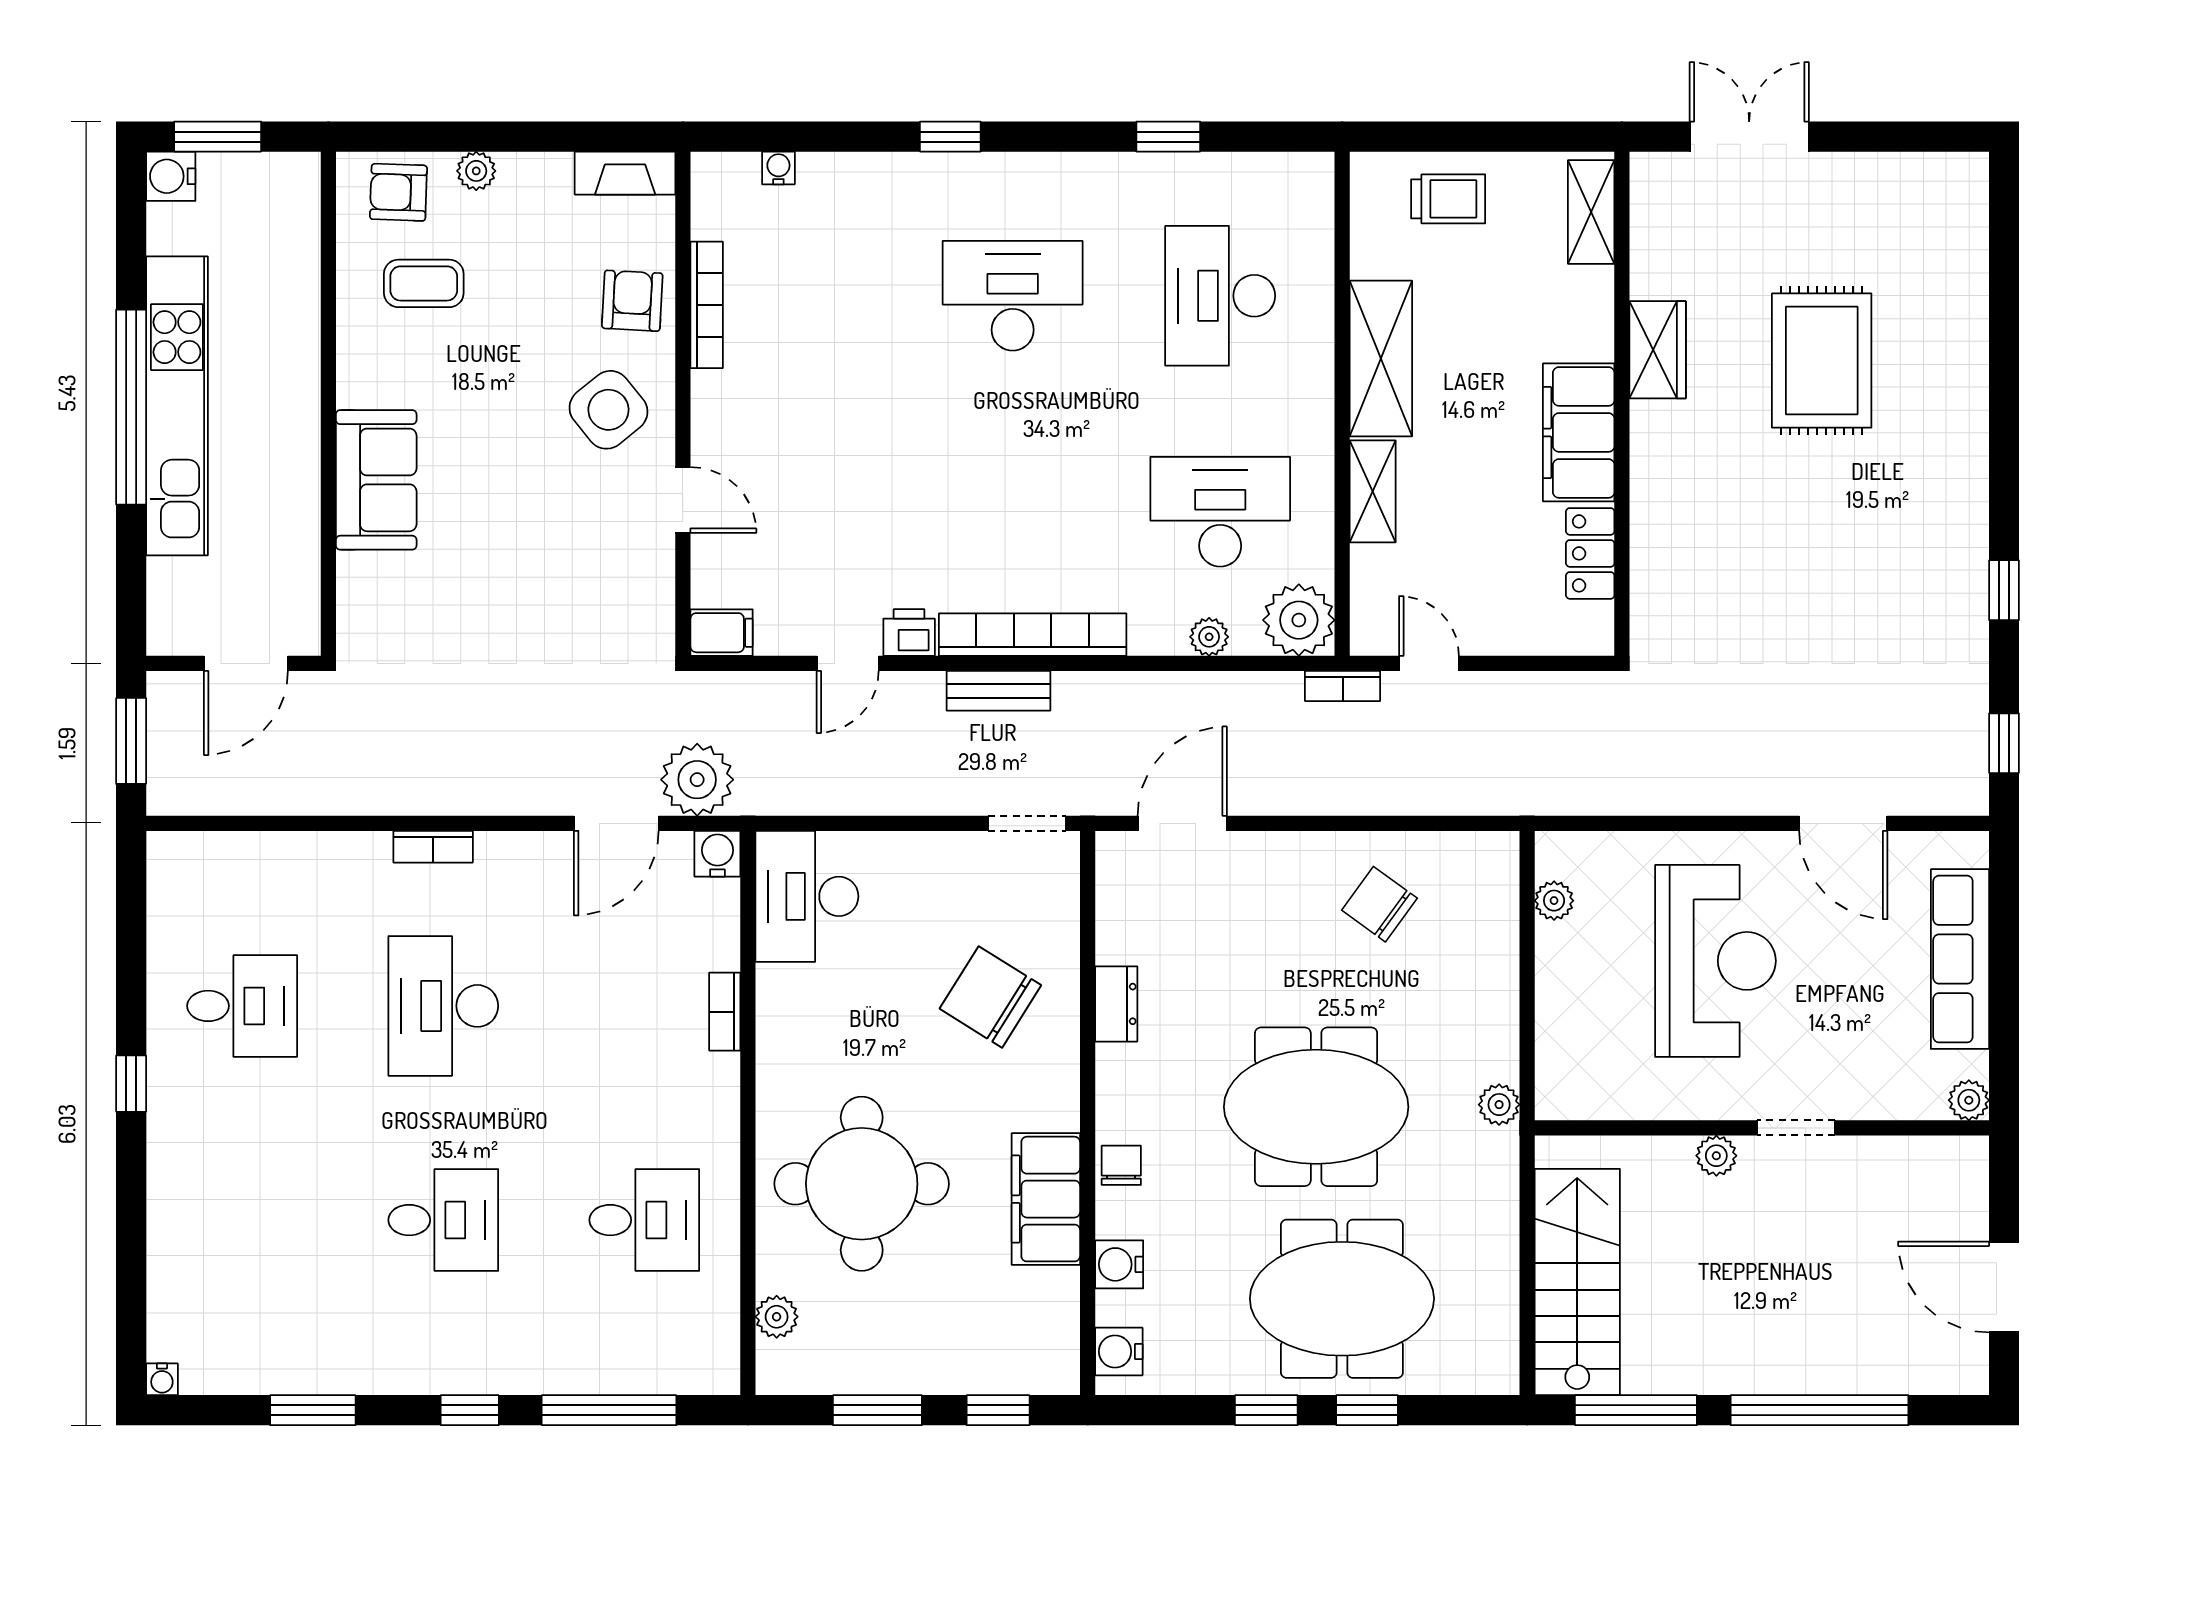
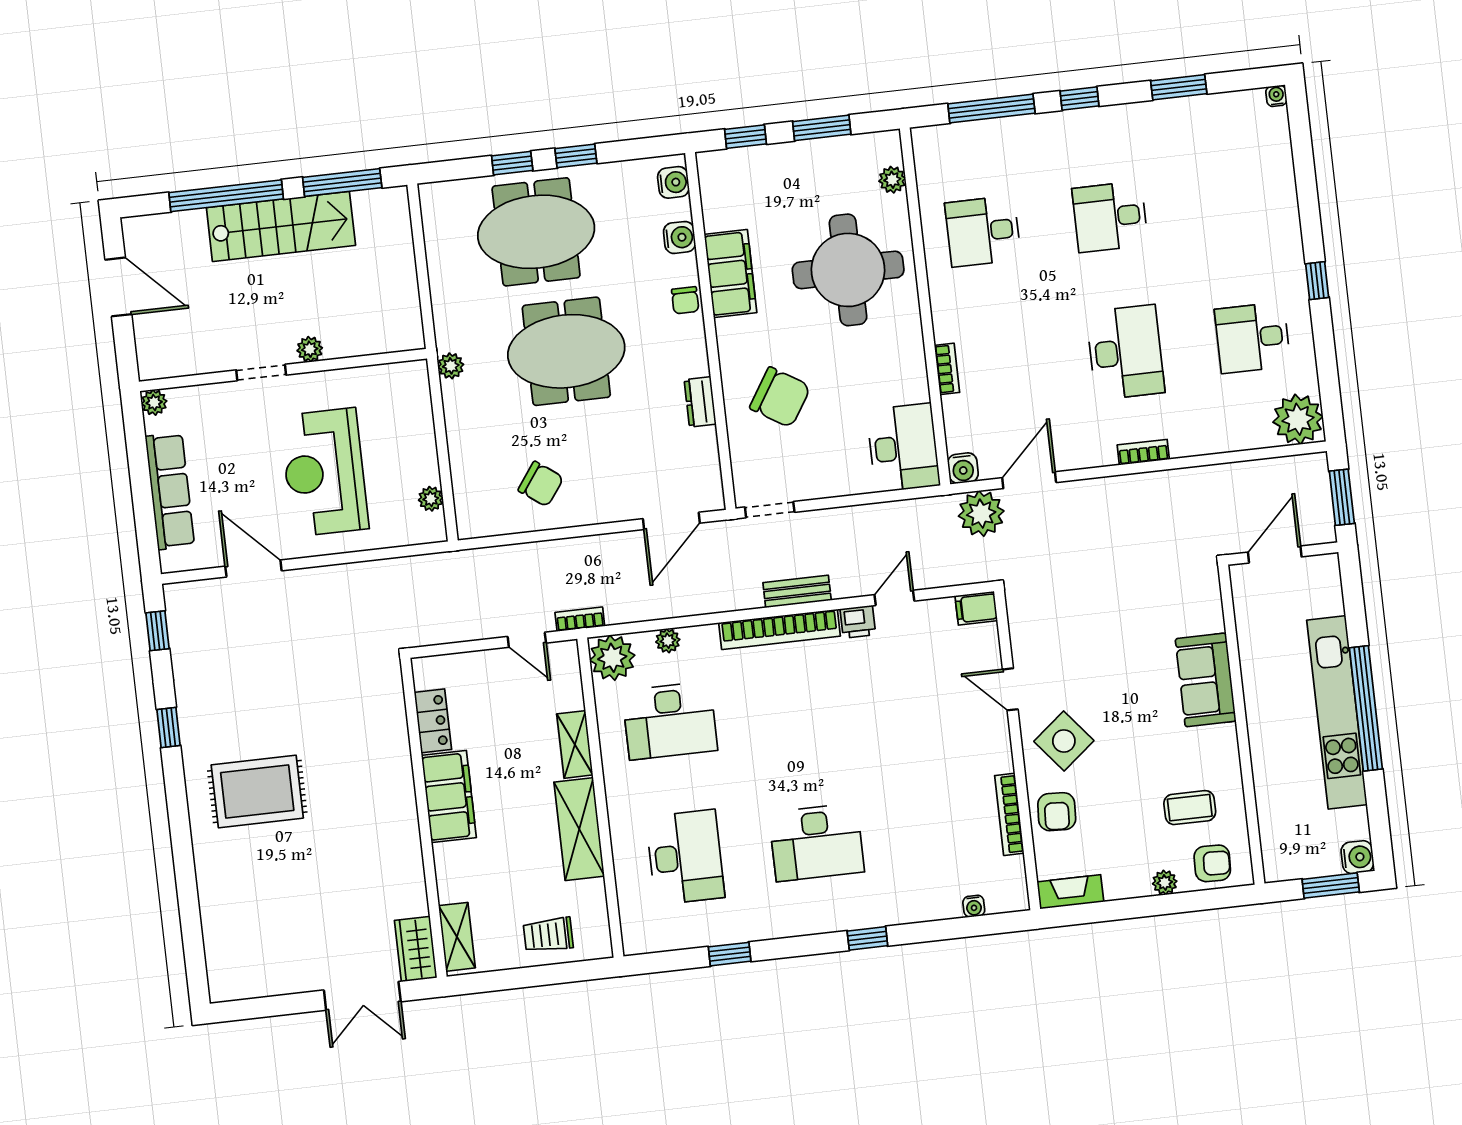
wardrobe: (1658, 350) -> (416, 949), moved
rug: (1822, 360) -> (257, 791), moved, turned 90
plant: (186, 870) -> (1298, 419), added
stairs: (1577, 1282) -> (281, 226), moved, turned -90

